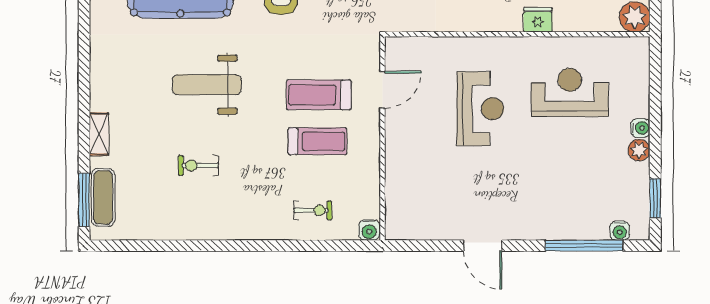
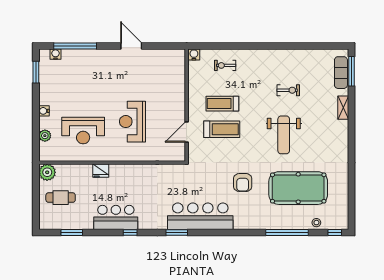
weight bench: (207, 85) -> (284, 135), turned 90
plant: (639, 150) -> (45, 136), moved

